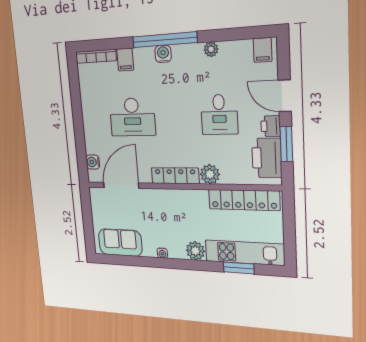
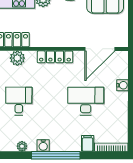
water cooler: (163, 54) -> (43, 145), moved
water cooler: (93, 162) -> (122, 85), moved
plant: (210, 174) -> (17, 58), moved

